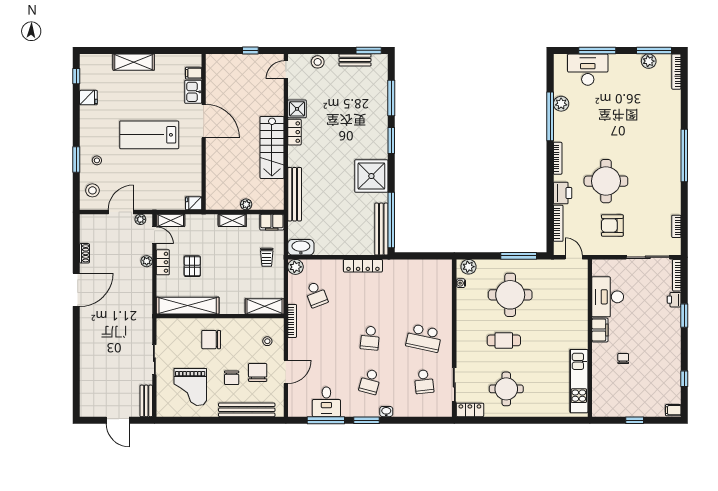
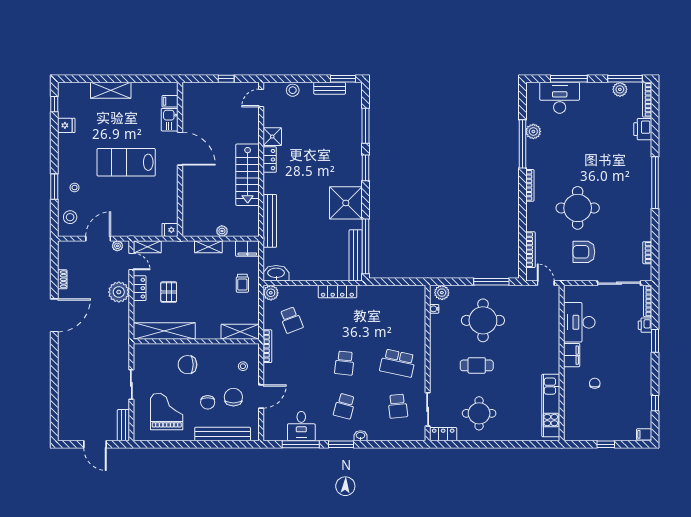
printer: (563, 193) -> (643, 129), moved, turned 180
plant: (147, 261) -> (119, 292), width x1.88, depth x1.88
grand piano: (190, 387) -> (167, 412), turned 180

